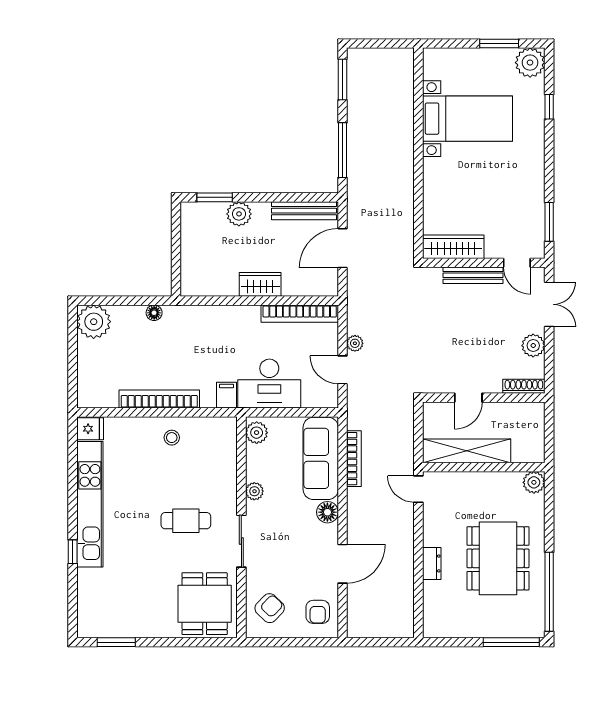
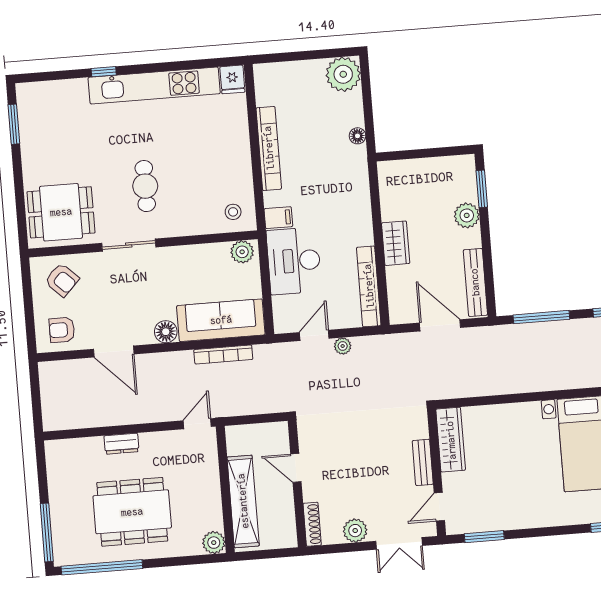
bench: (473, 275) -> (423, 462), width x0.73
stool: (172, 438) -> (233, 212), moved
shelving: (467, 451) -> (243, 501), moved
plant: (254, 491) -> (181, 255), removed

